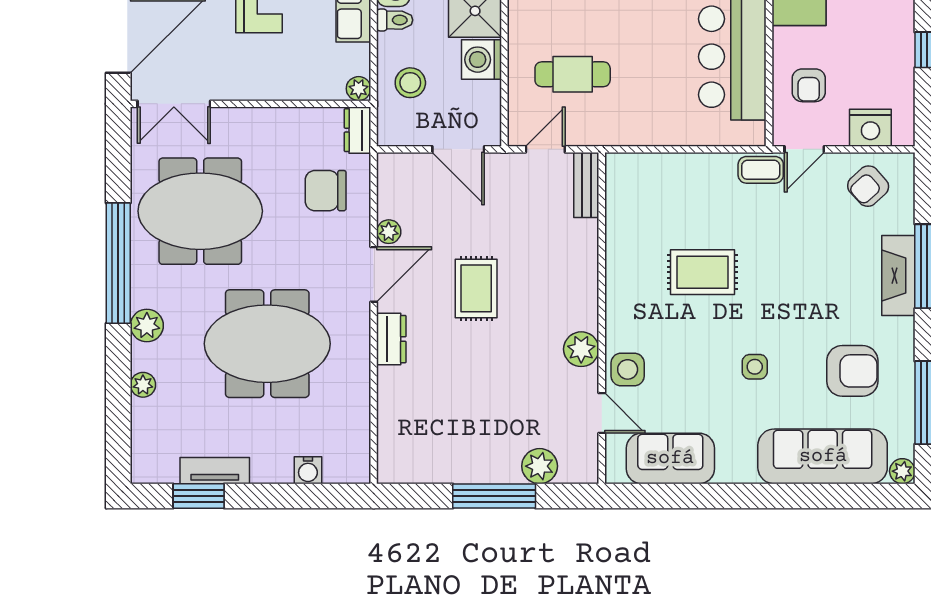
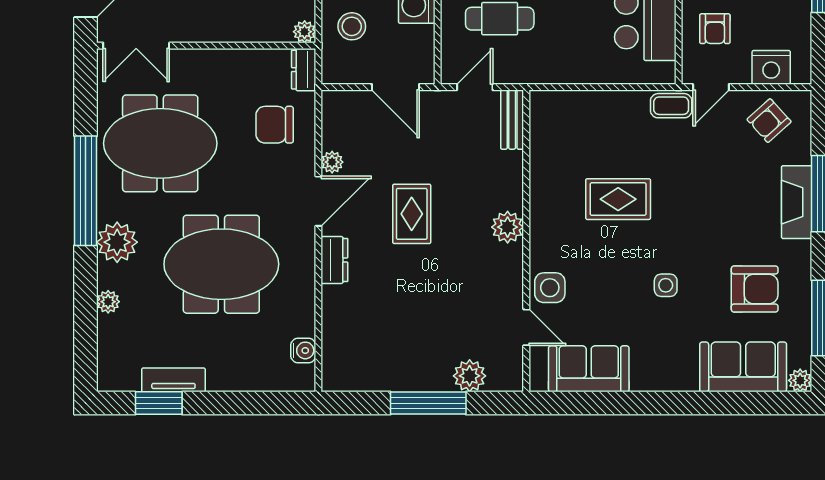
plant: (147, 326) -> (117, 242), width x1.36, depth x1.36
plant: (581, 349) -> (508, 227), moved
sofa: (823, 456) -> (743, 367), width x0.73
water cooler: (308, 470) -> (303, 350), moved, turned -90

